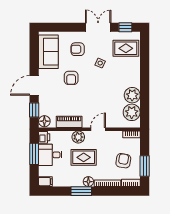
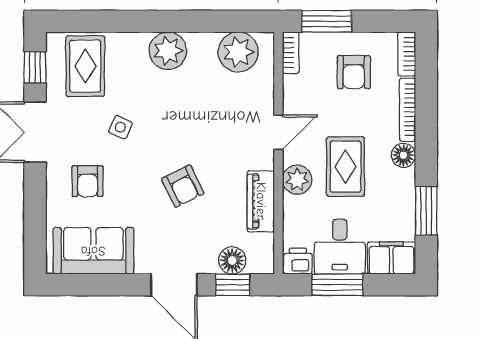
armchair: (71, 78) -> (183, 186), moved, turned 64
plant: (132, 95) -> (168, 51), moved
floor lamp: (44, 121) -> (232, 260), moved
door: (98, 129) -> (278, 132), swing flipped
armchair: (123, 161) -> (354, 72), turned -99
window: (145, 166) -> (327, 21), moved
filing cabinet: (45, 182) -> (391, 258), width x2.00
window: (81, 191) -> (426, 211), moved

